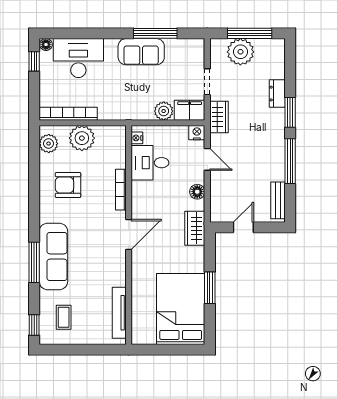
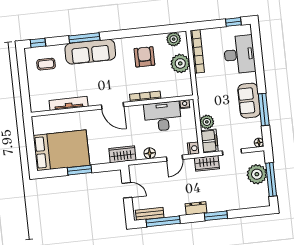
floor lamp: (46, 44) -> (259, 143), moved
dresser: (277, 94) -> (196, 208), moved
window: (290, 161) -> (163, 221), moved
desk: (150, 163) -> (163, 116), width x1.37
tv unit: (119, 313) -> (69, 103), moved

